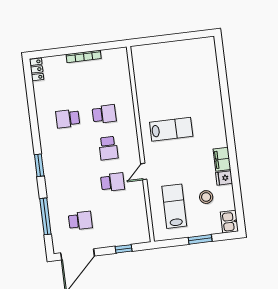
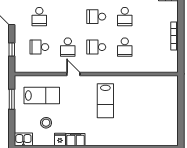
school desk: (68, 119) -> (125, 17), turned 180
school desk: (72, 153) -> (96, 17), added
school desk: (117, 216) -> (39, 47), added
window: (200, 239) -> (12, 99), moved

